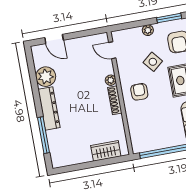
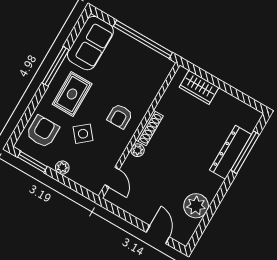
dresser: (49, 108) -> (231, 152), moved

